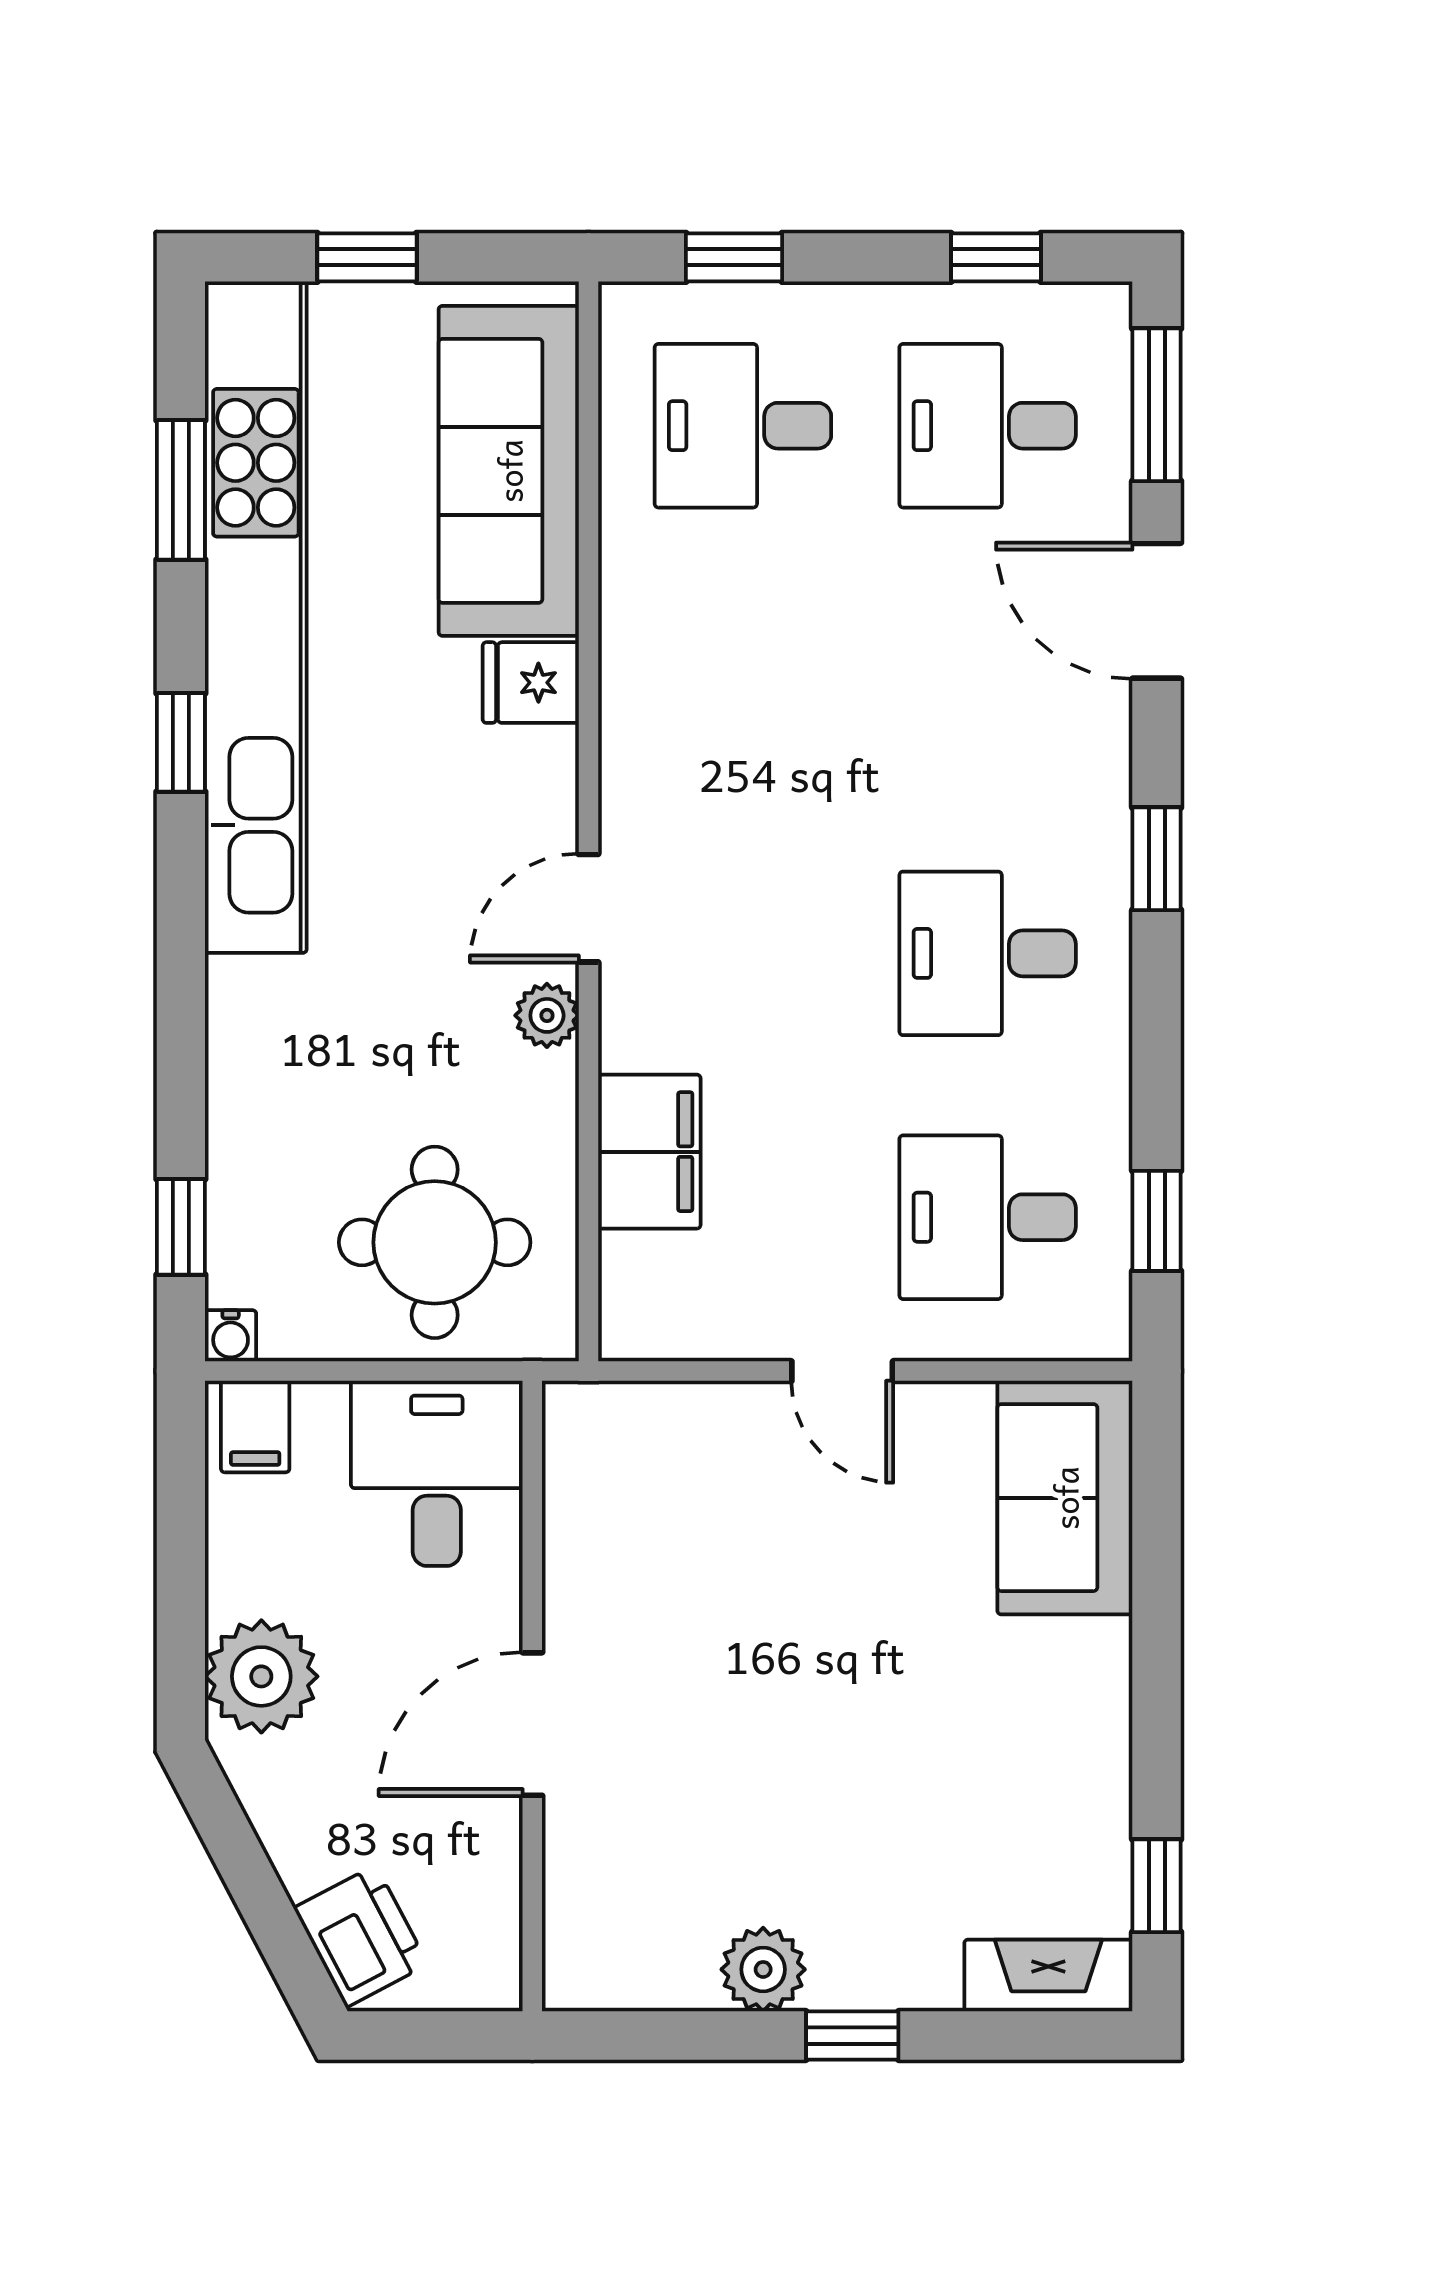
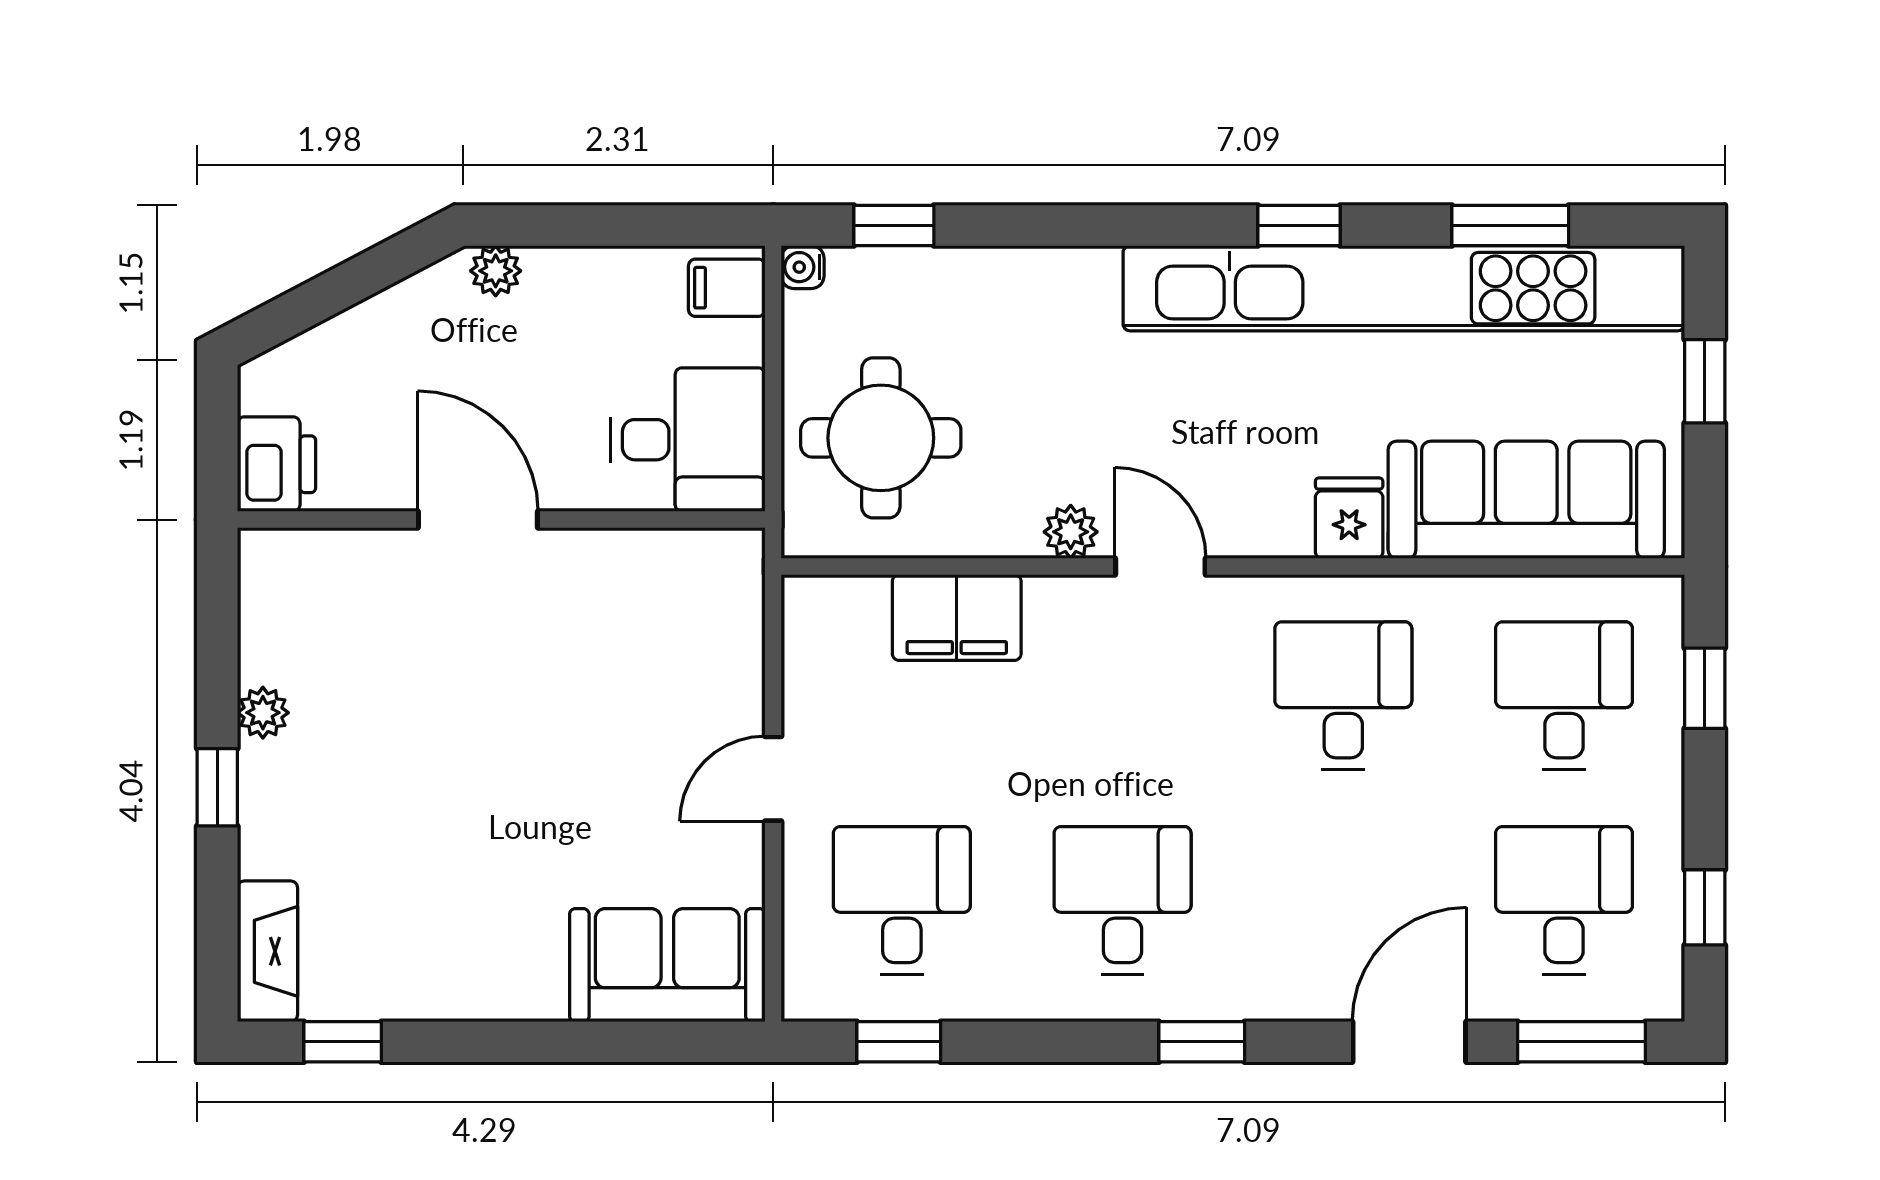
desk: (743, 690) -> (1343, 696), added
plant: (261, 1676) -> (496, 271), width x0.53, depth x0.53
printer: (361, 1936) -> (277, 464), moved, turned -62
plant: (763, 1969) -> (263, 713), width x0.73, depth x0.73

